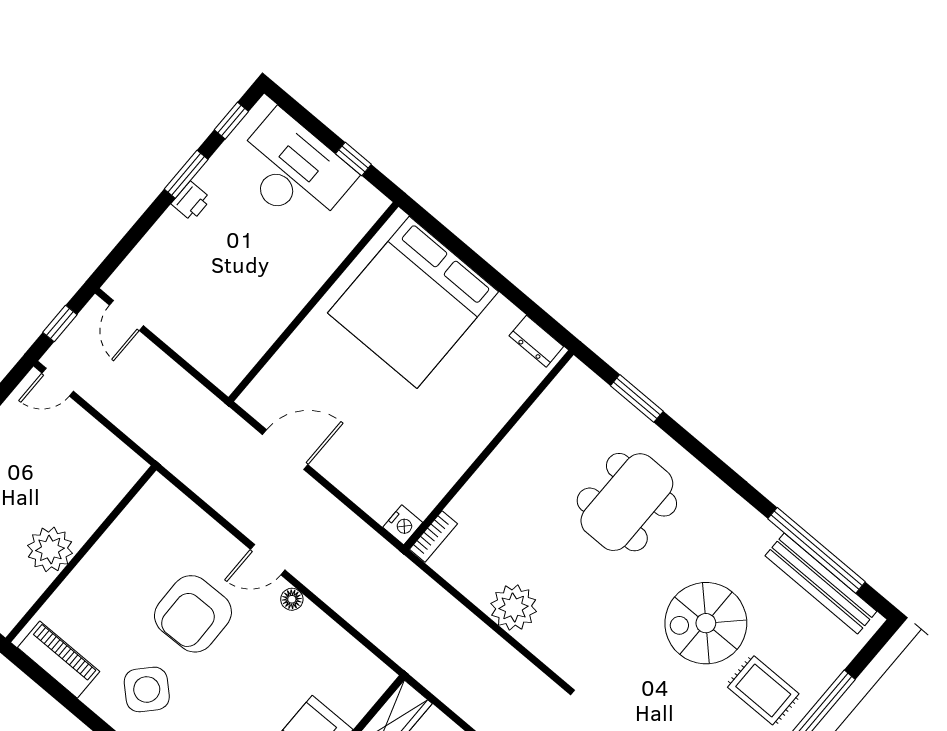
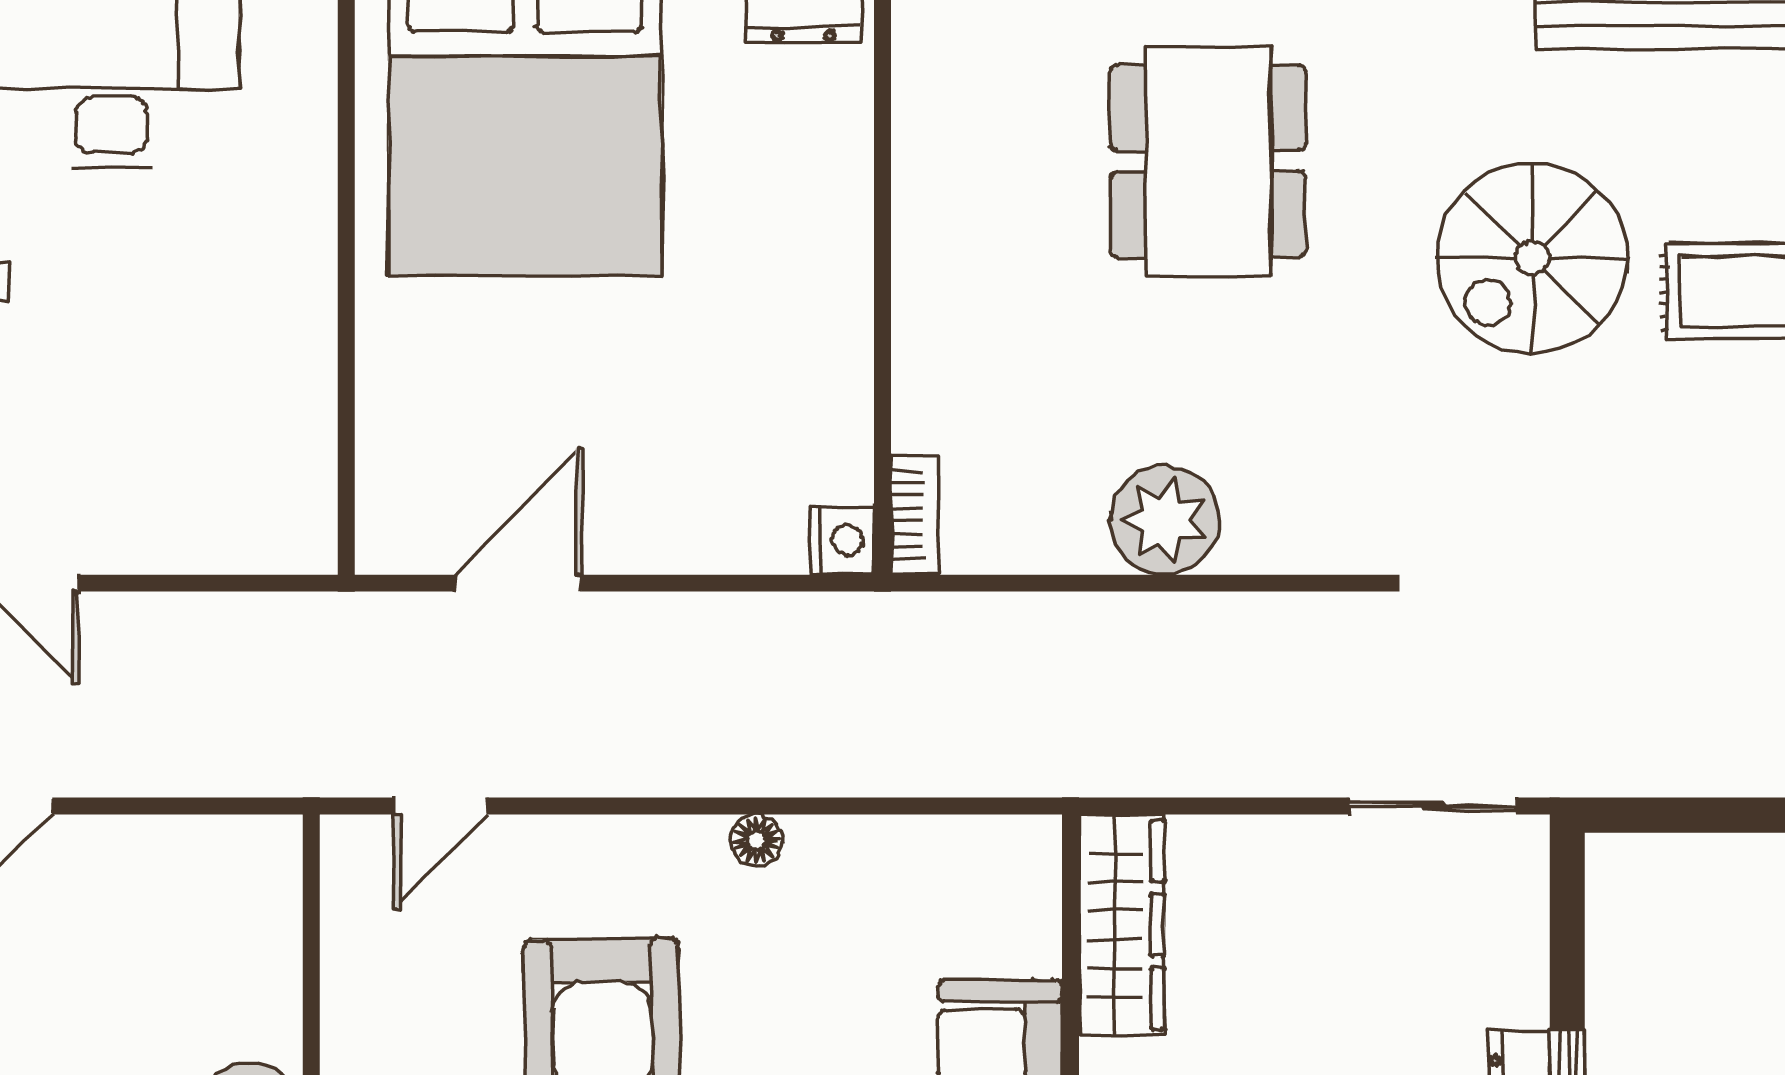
door: (268, 560) -> (440, 806), moved

